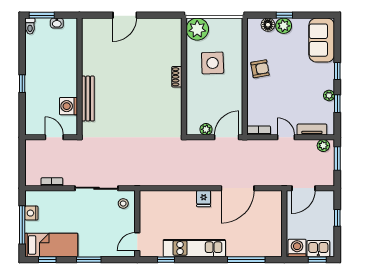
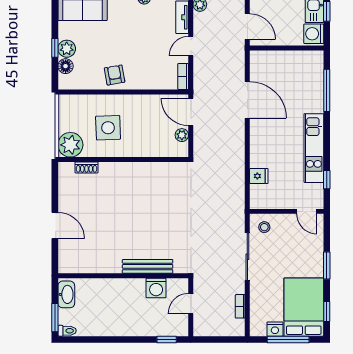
washbasin: (57, 23) -> (66, 294), width x1.91, depth x1.45
shoe rack: (177, 77) -> (87, 167), moved
window: (22, 84) -> (167, 339), moved
fridge: (204, 199) -> (259, 176), moved
bed: (51, 245) -> (304, 307), width x1.50

